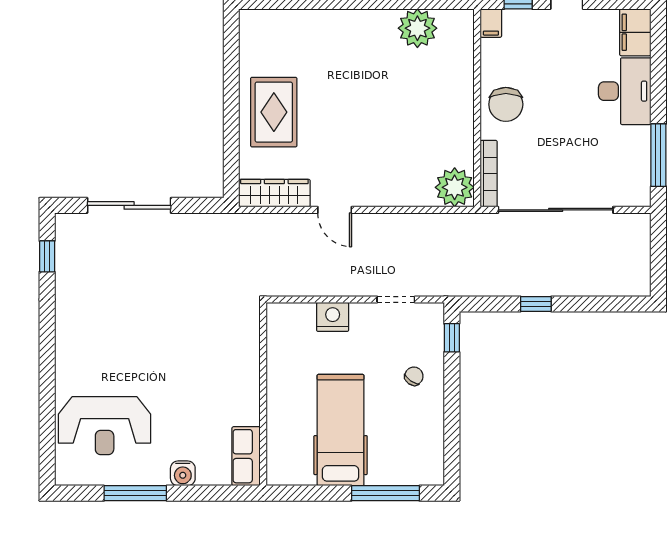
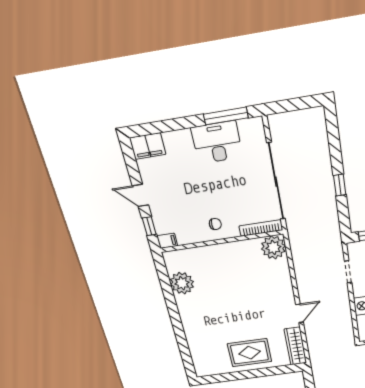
desk: (625, 91) -> (217, 142), moved
chair: (506, 104) -> (215, 224), width x0.54, depth x0.54

